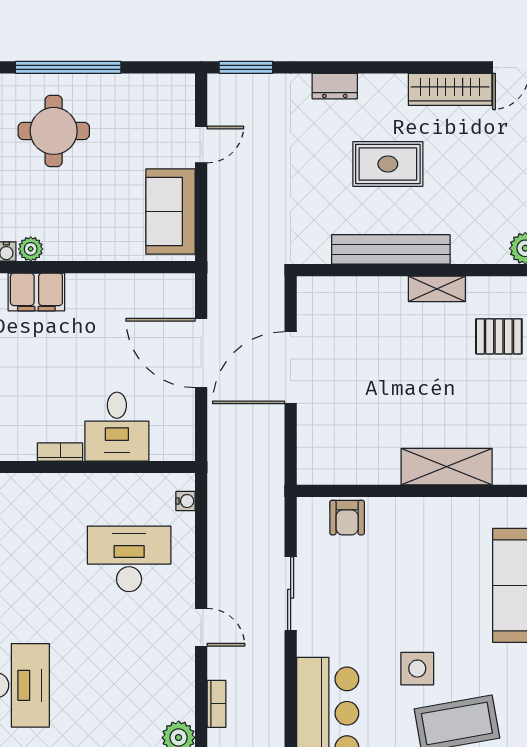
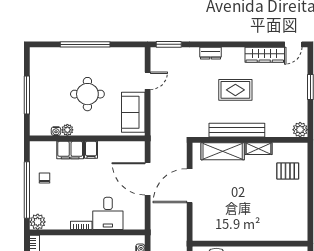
round table: (54, 131) -> (87, 94), moved
filing cabinet: (81, 291) -> (91, 150), added
shelving: (447, 467) -> (223, 151), moved

